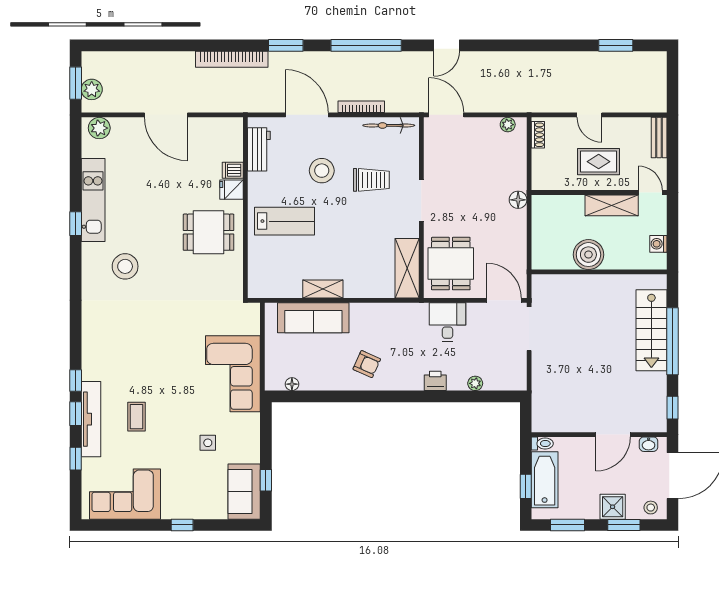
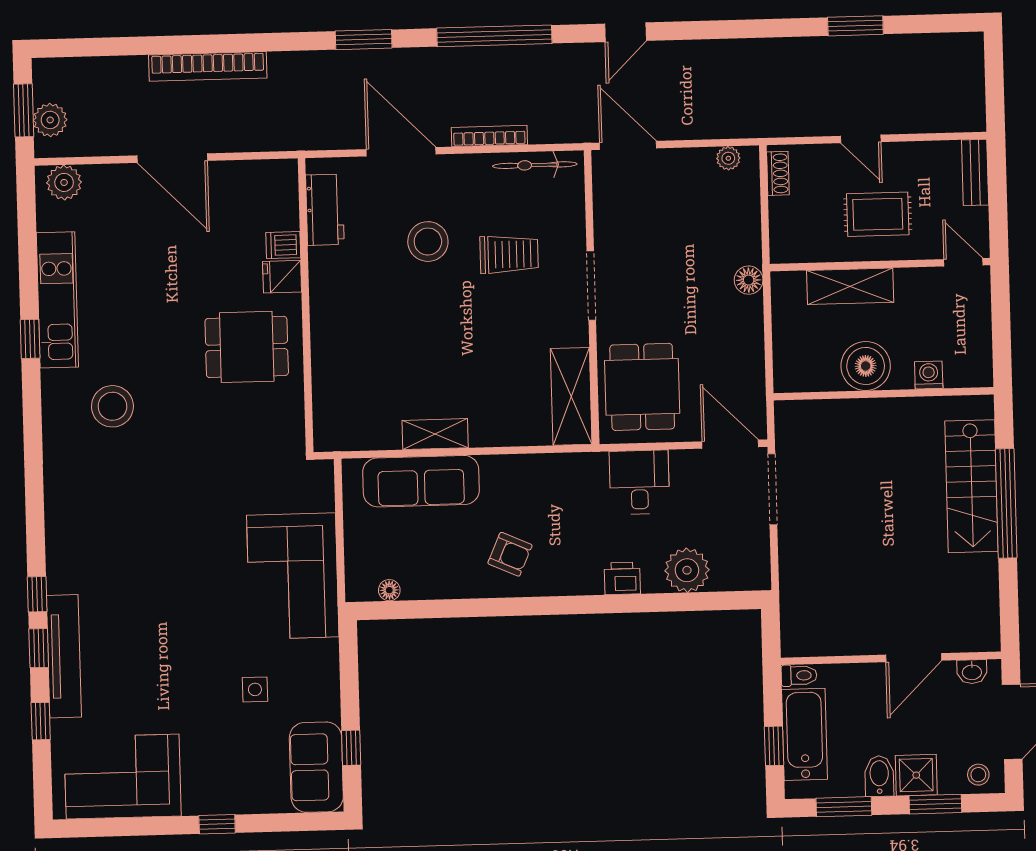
window: (616, 45) -> (855, 26), moved
bookcase: (232, 59) -> (208, 66), moved
shelving: (612, 205) -> (850, 286), moved
lab bench: (284, 221) -> (370, 325), removed
washing machine: (658, 244) -> (929, 375), moved, turned 90
plant: (475, 383) -> (687, 570), width x1.88, depth x1.88
window: (672, 408) -> (1009, 611), removed
coffee table: (136, 417) -> (138, 650), removed
bidet: (590, 507) -> (879, 776), added

